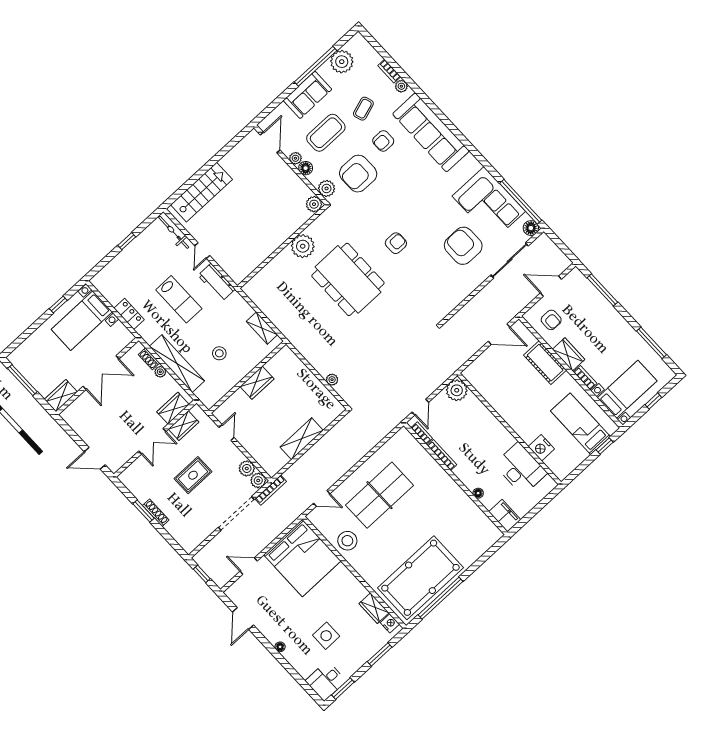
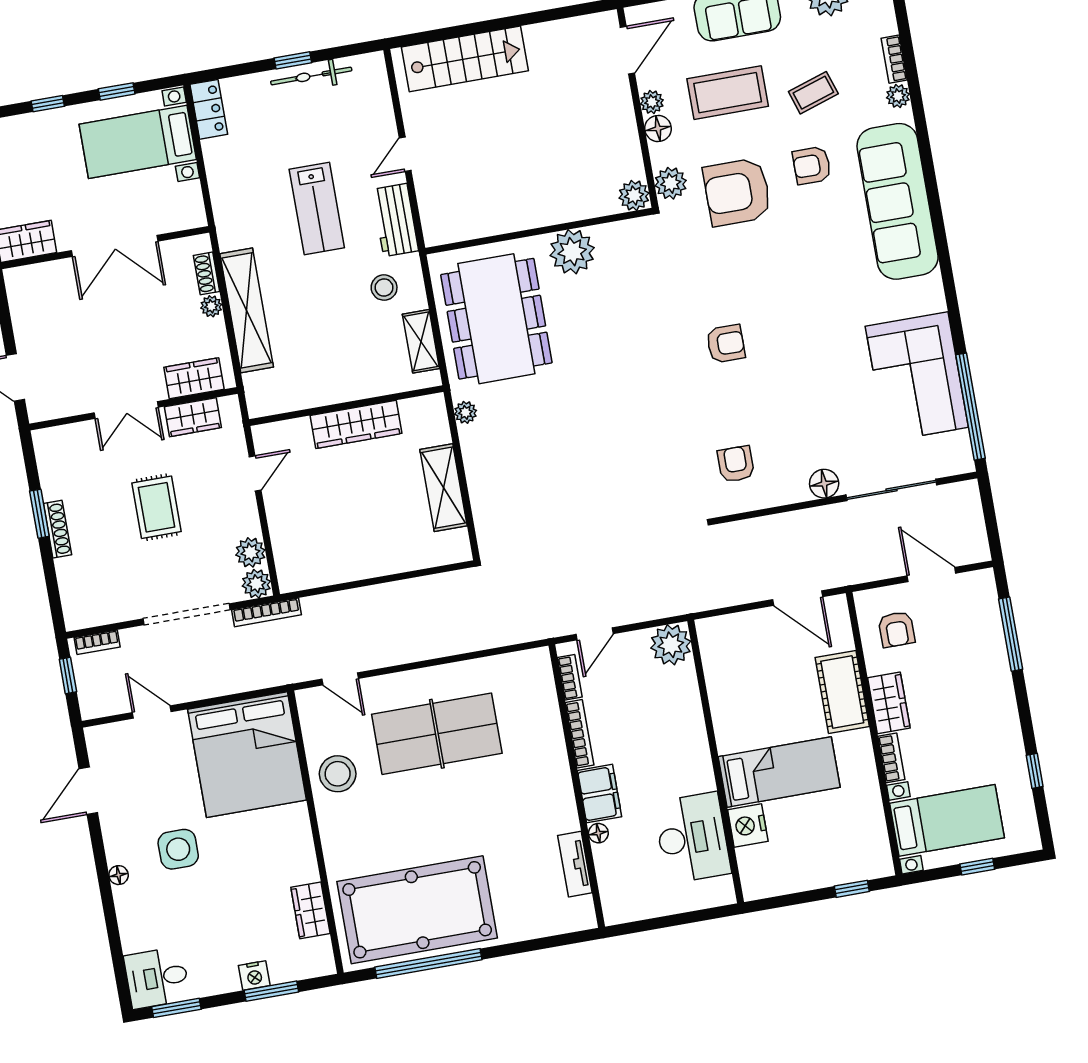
floor lamp: (531, 228) -> (824, 484), moved
bicycle: (174, 232) -> (311, 76), moved, turned -90
armchair: (463, 246) -> (736, 464), moved, width x0.53, depth x0.53
dining table: (348, 279) -> (496, 319), moved
locker: (129, 314) -> (209, 109), moved
window: (32, 329) -> (48, 104), added
window: (651, 343) -> (1035, 771), width x0.46
stool: (219, 353) -> (384, 288), moved
plant: (332, 380) -> (466, 412), moved
wardrobe: (257, 383) -> (356, 424), width x1.50
bed: (581, 424) -> (779, 772), moved, turned 90
shelving: (302, 439) -> (444, 488), moved, turned 90
rug: (193, 475) -> (157, 507), turned 90
tv unit: (477, 513) -> (575, 864), added
filing cabinet: (505, 516) -> (600, 794), moved
bookcase: (205, 551) -> (97, 642), added
nightstand: (390, 623) -> (254, 975), moved, turned 90
side table: (326, 636) -> (178, 849), moved

